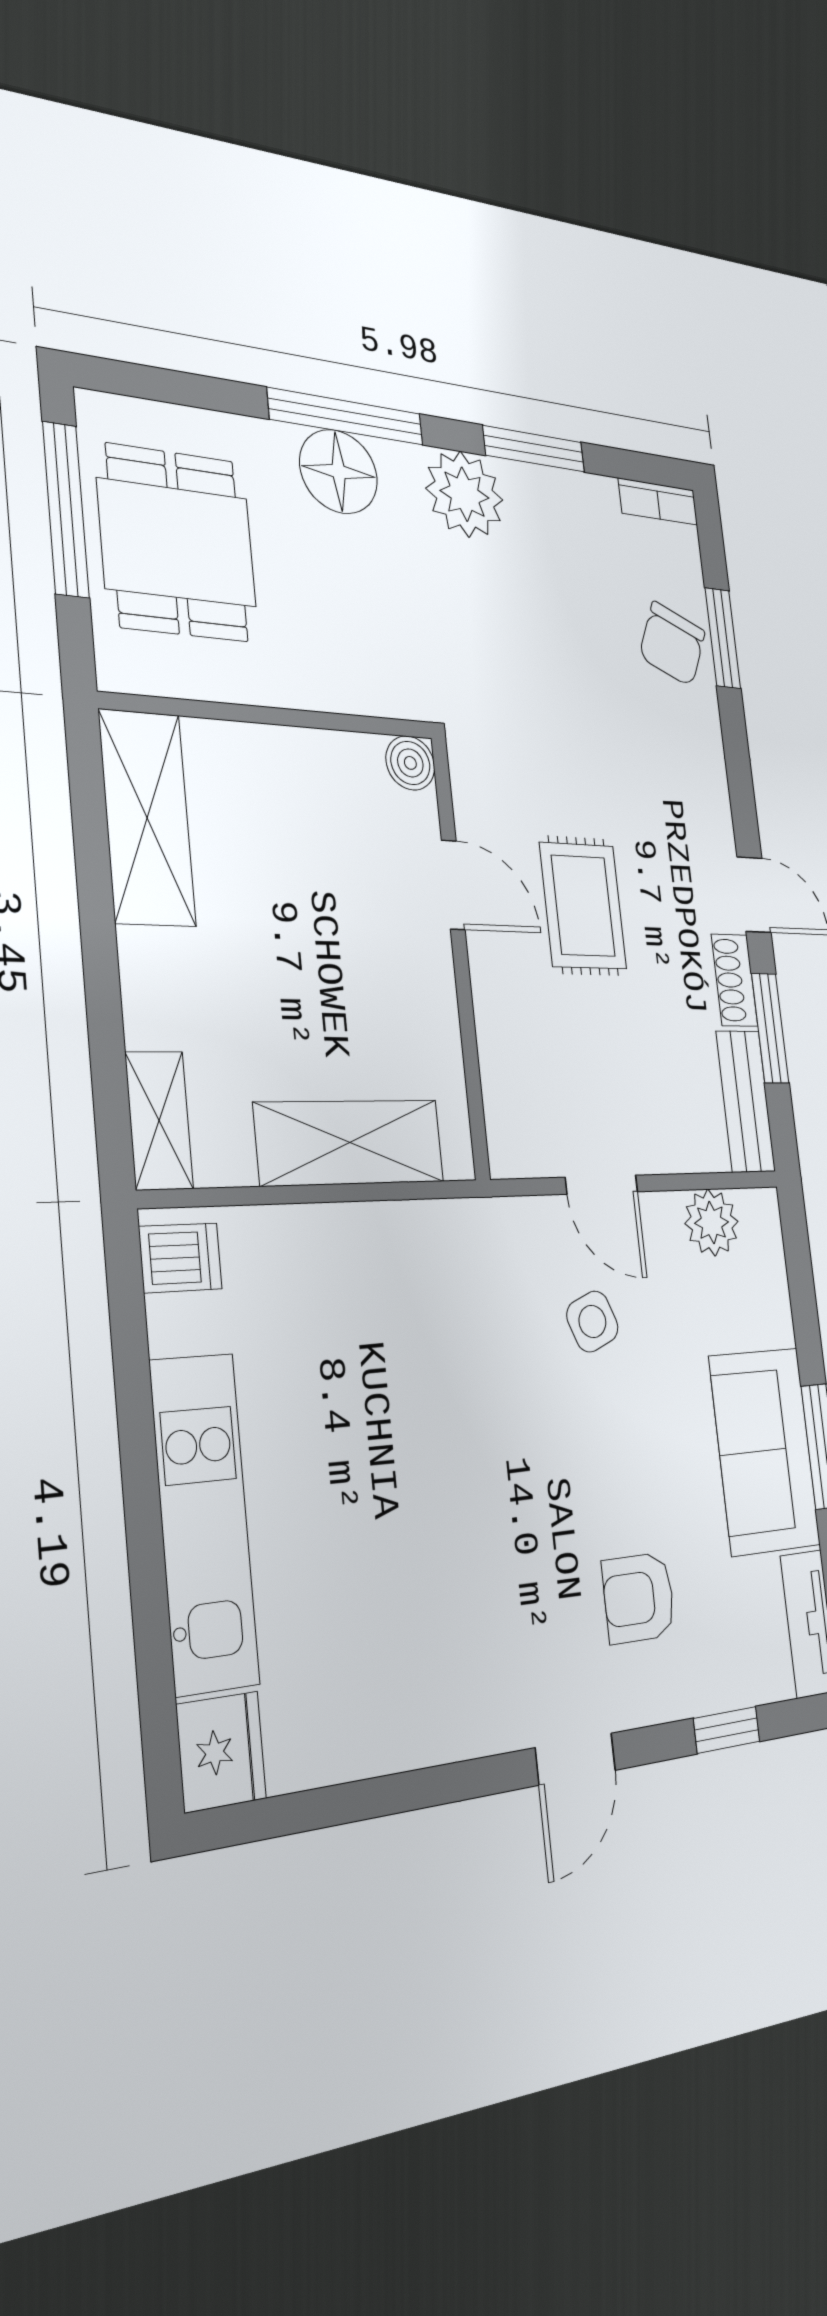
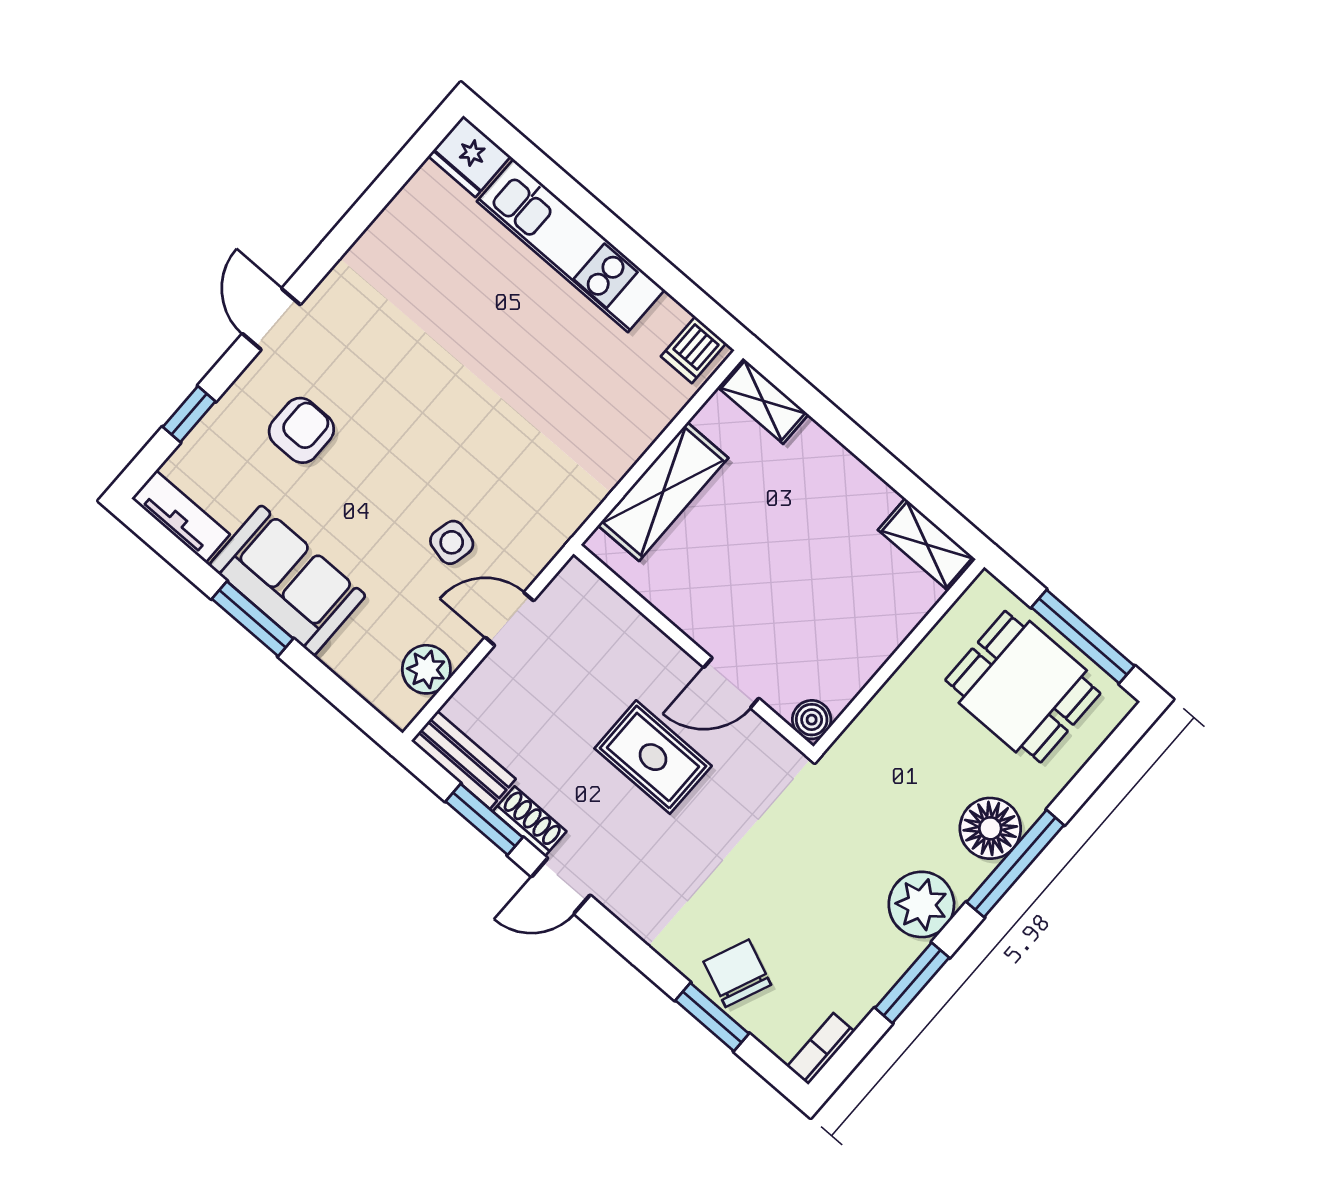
shelving: (147, 818) -> (927, 545), width x0.67, depth x0.75
side table: (592, 1321) -> (452, 542), turned 35

